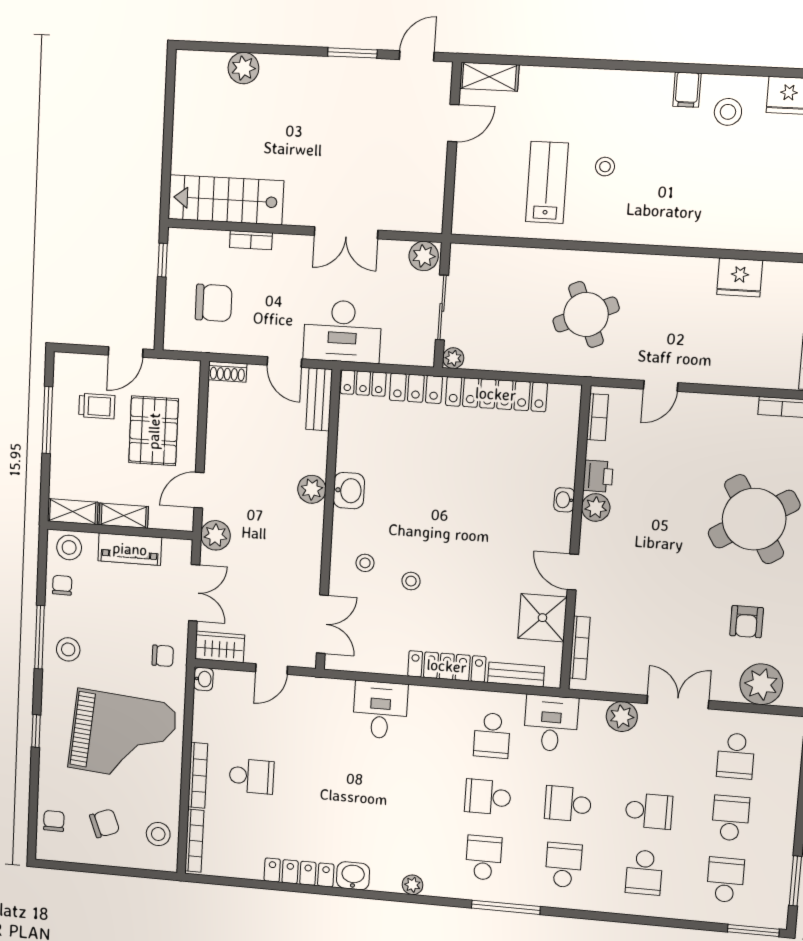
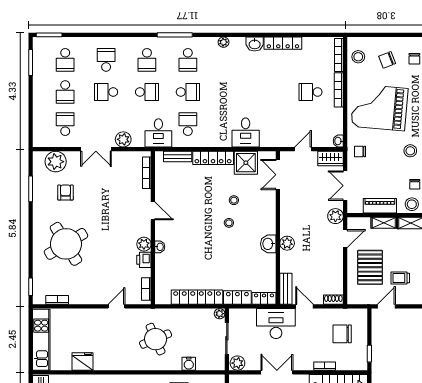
water cooler: (522, 260) -> (189, 364), added
stool: (365, 563) -> (229, 223), moved
shower: (542, 618) -> (246, 163), moved

